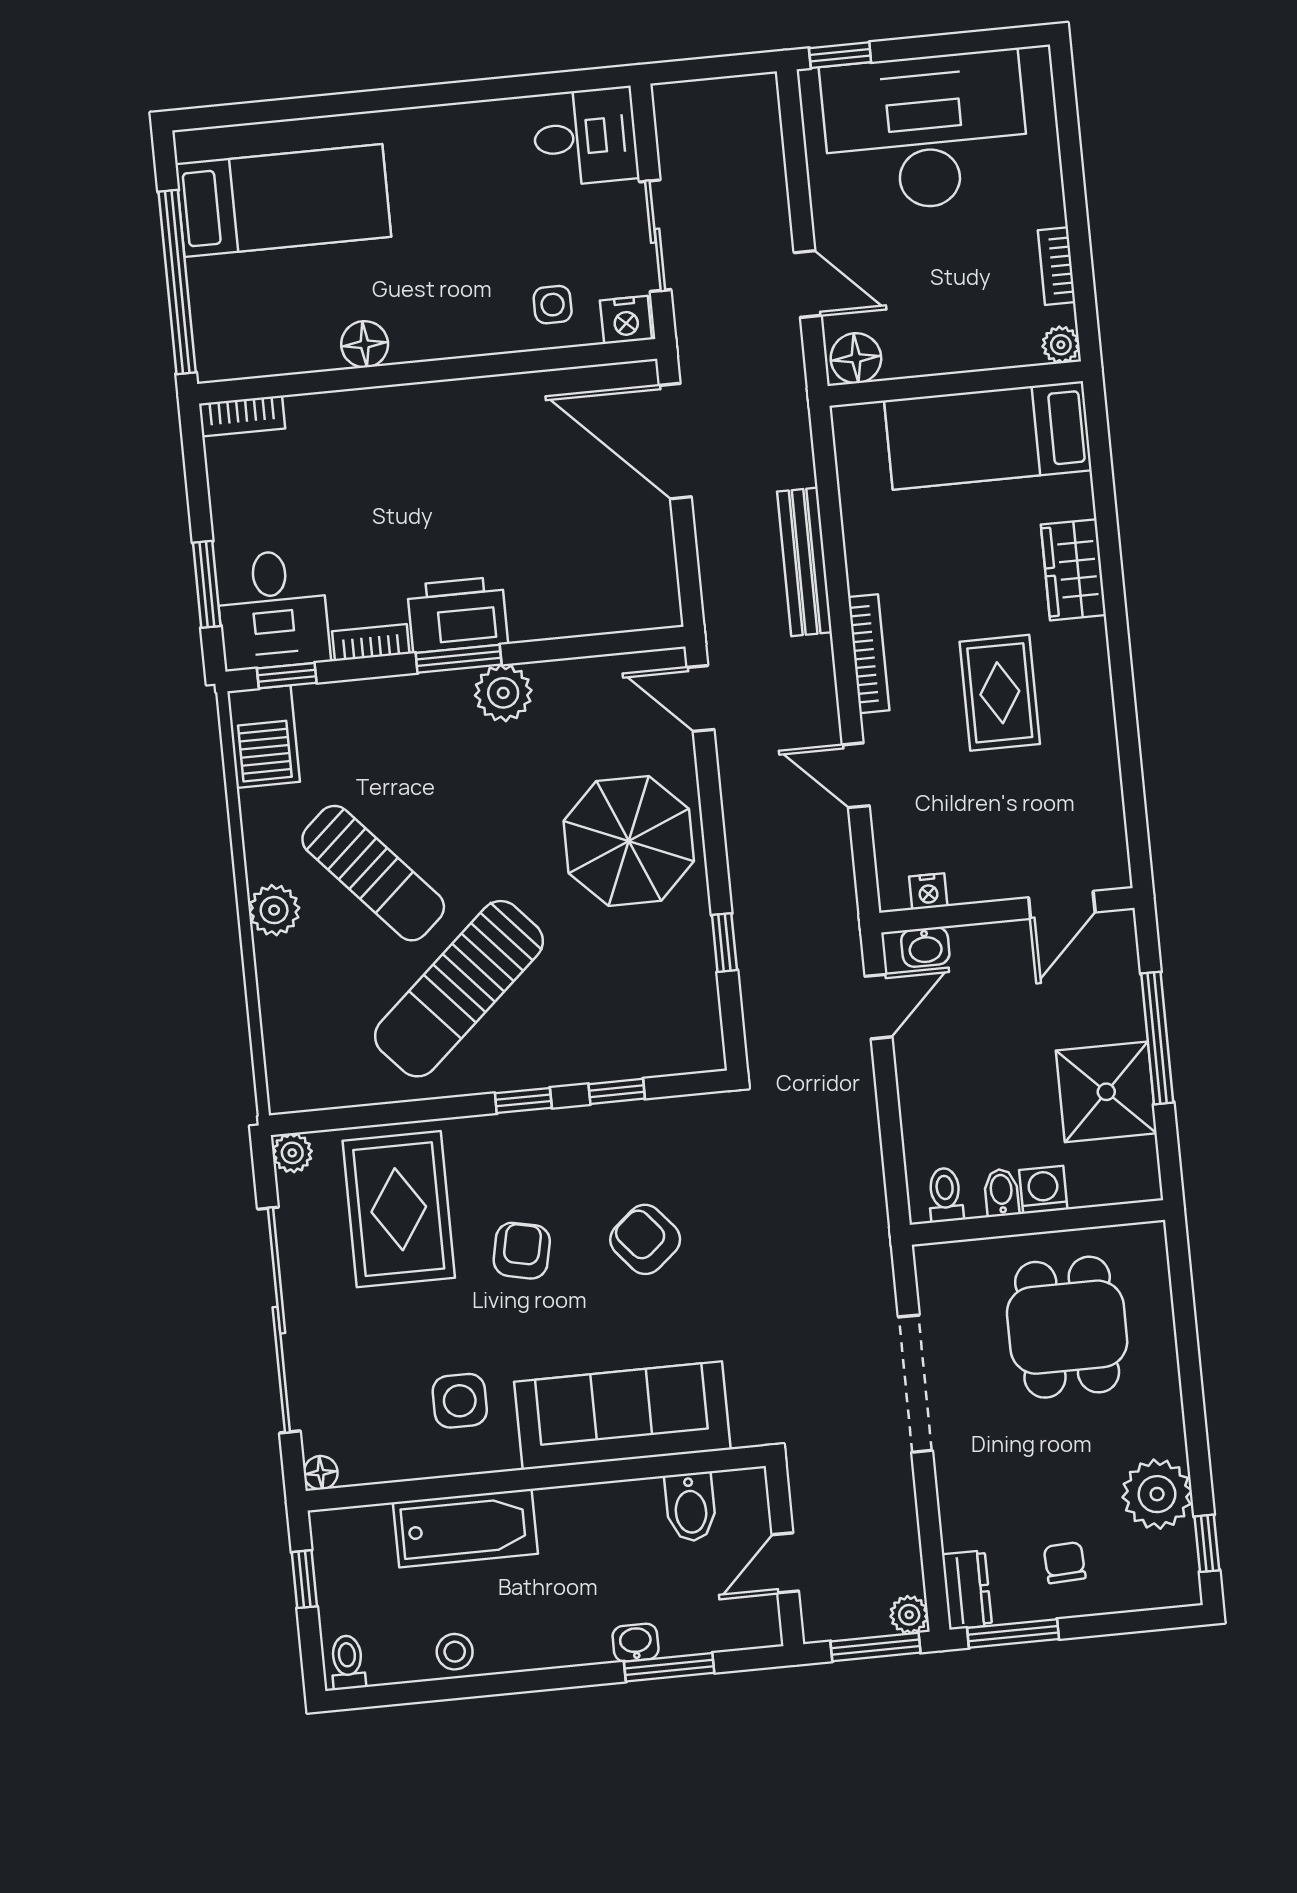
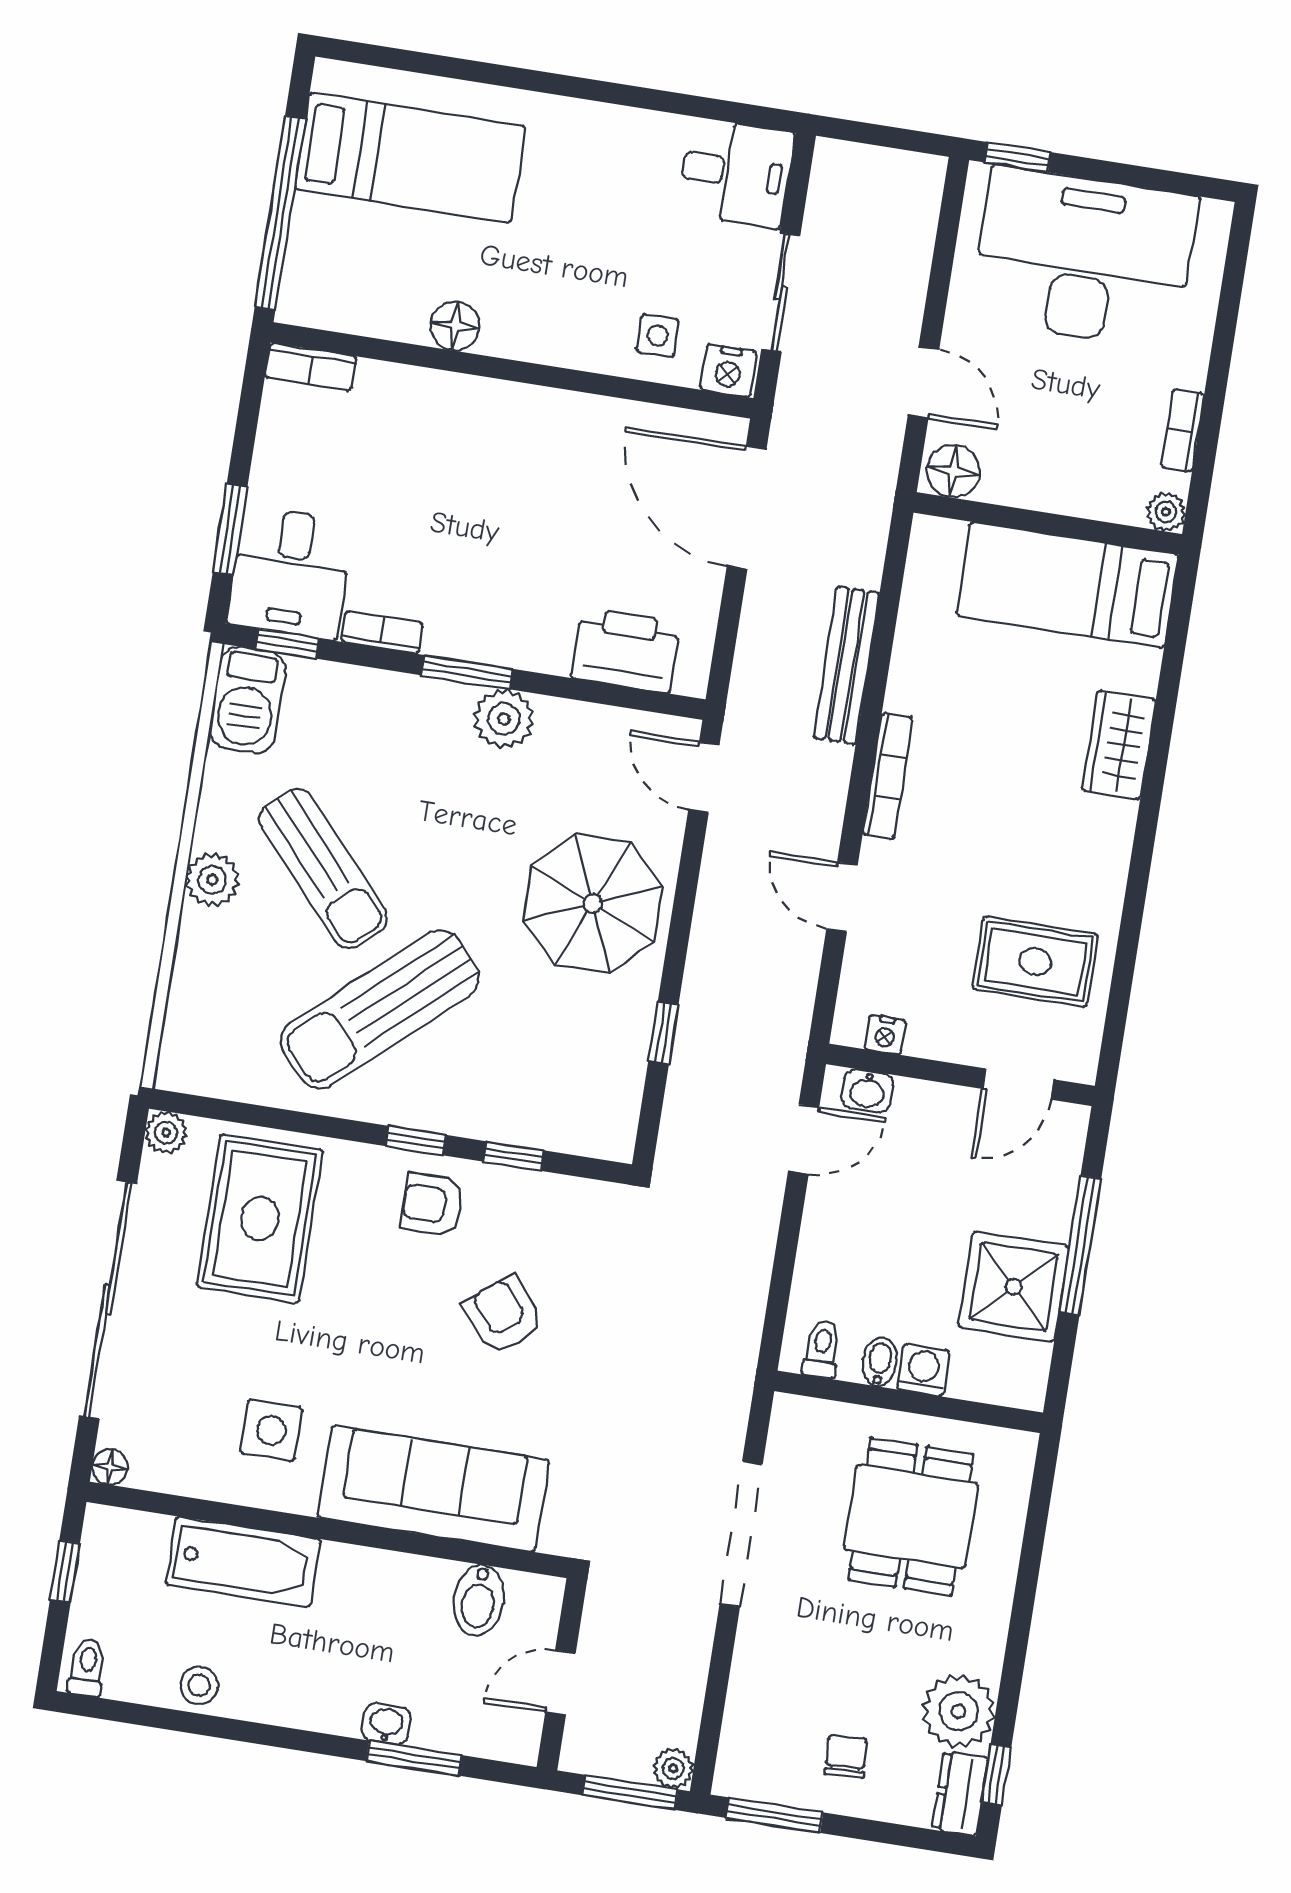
printer: (457, 615) -> (626, 650), moved
rug: (1000, 693) -> (1035, 962), moved, turned 90
armchair: (522, 1251) -> (432, 1205), moved, turned -102
dresser: (967, 1590) -> (960, 1793), moved, turned 180

